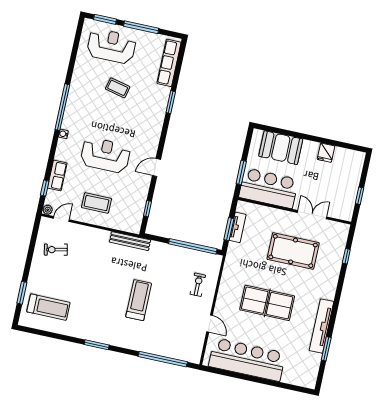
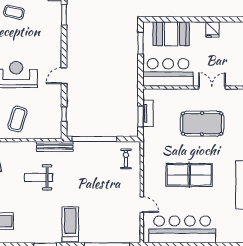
window: (241, 173) -> (141, 43), moved
coffee table: (96, 203) -> (17, 119), turned -73
window: (193, 246) -> (95, 139), moved
weight bench: (105, 270) -> (39, 177), added
exercise bike: (198, 285) -> (126, 159), moved
treadmill: (139, 300) -> (70, 224), moved

